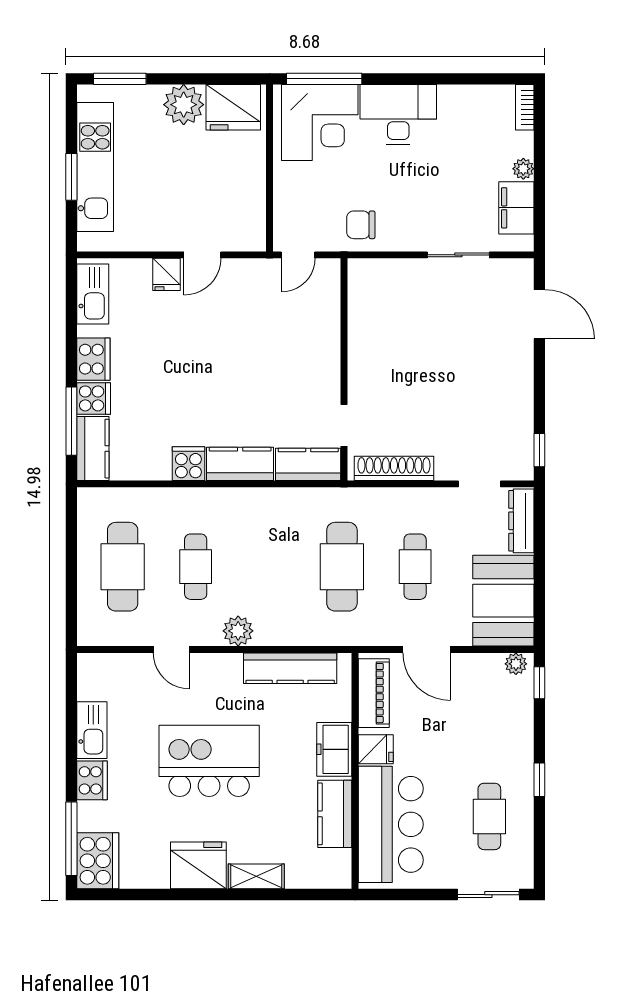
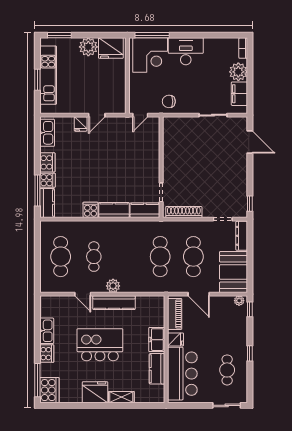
plant: (523, 169) -> (238, 72), width x1.88, depth x1.88
cafe table: (415, 567) -> (193, 257), width x1.37, depth x1.35
kitchen counter: (290, 668) -> (114, 303), moved

